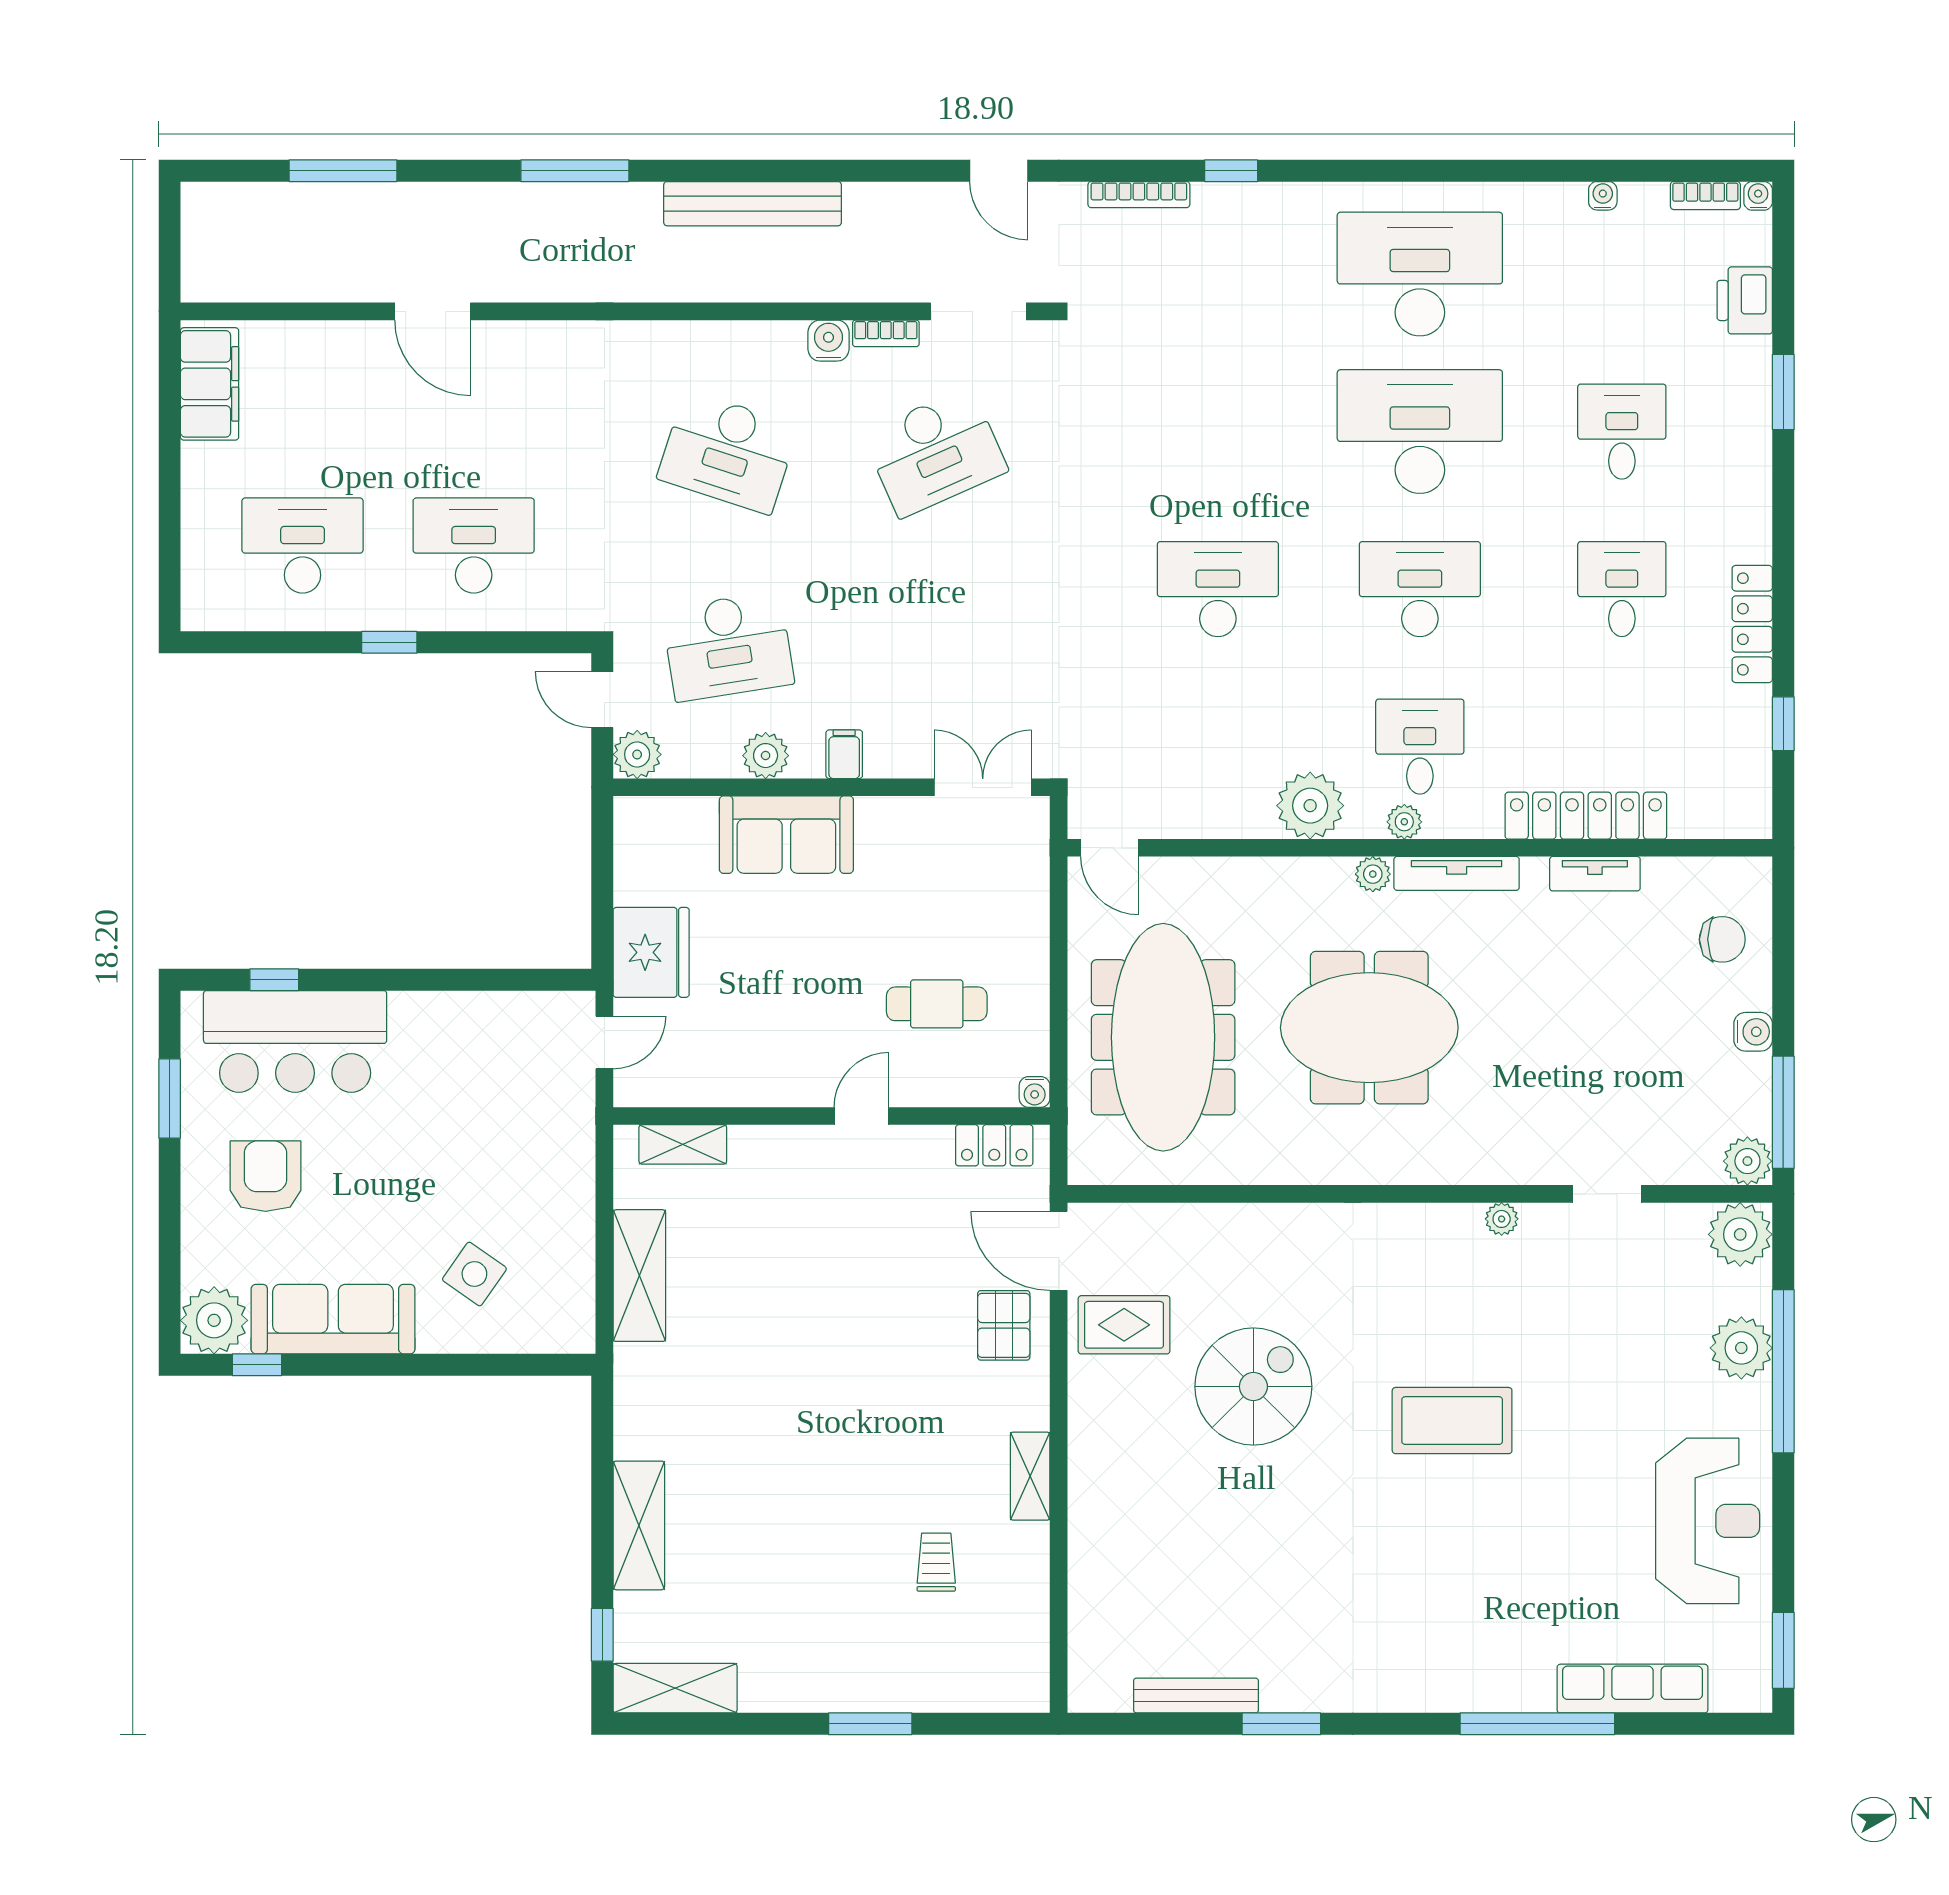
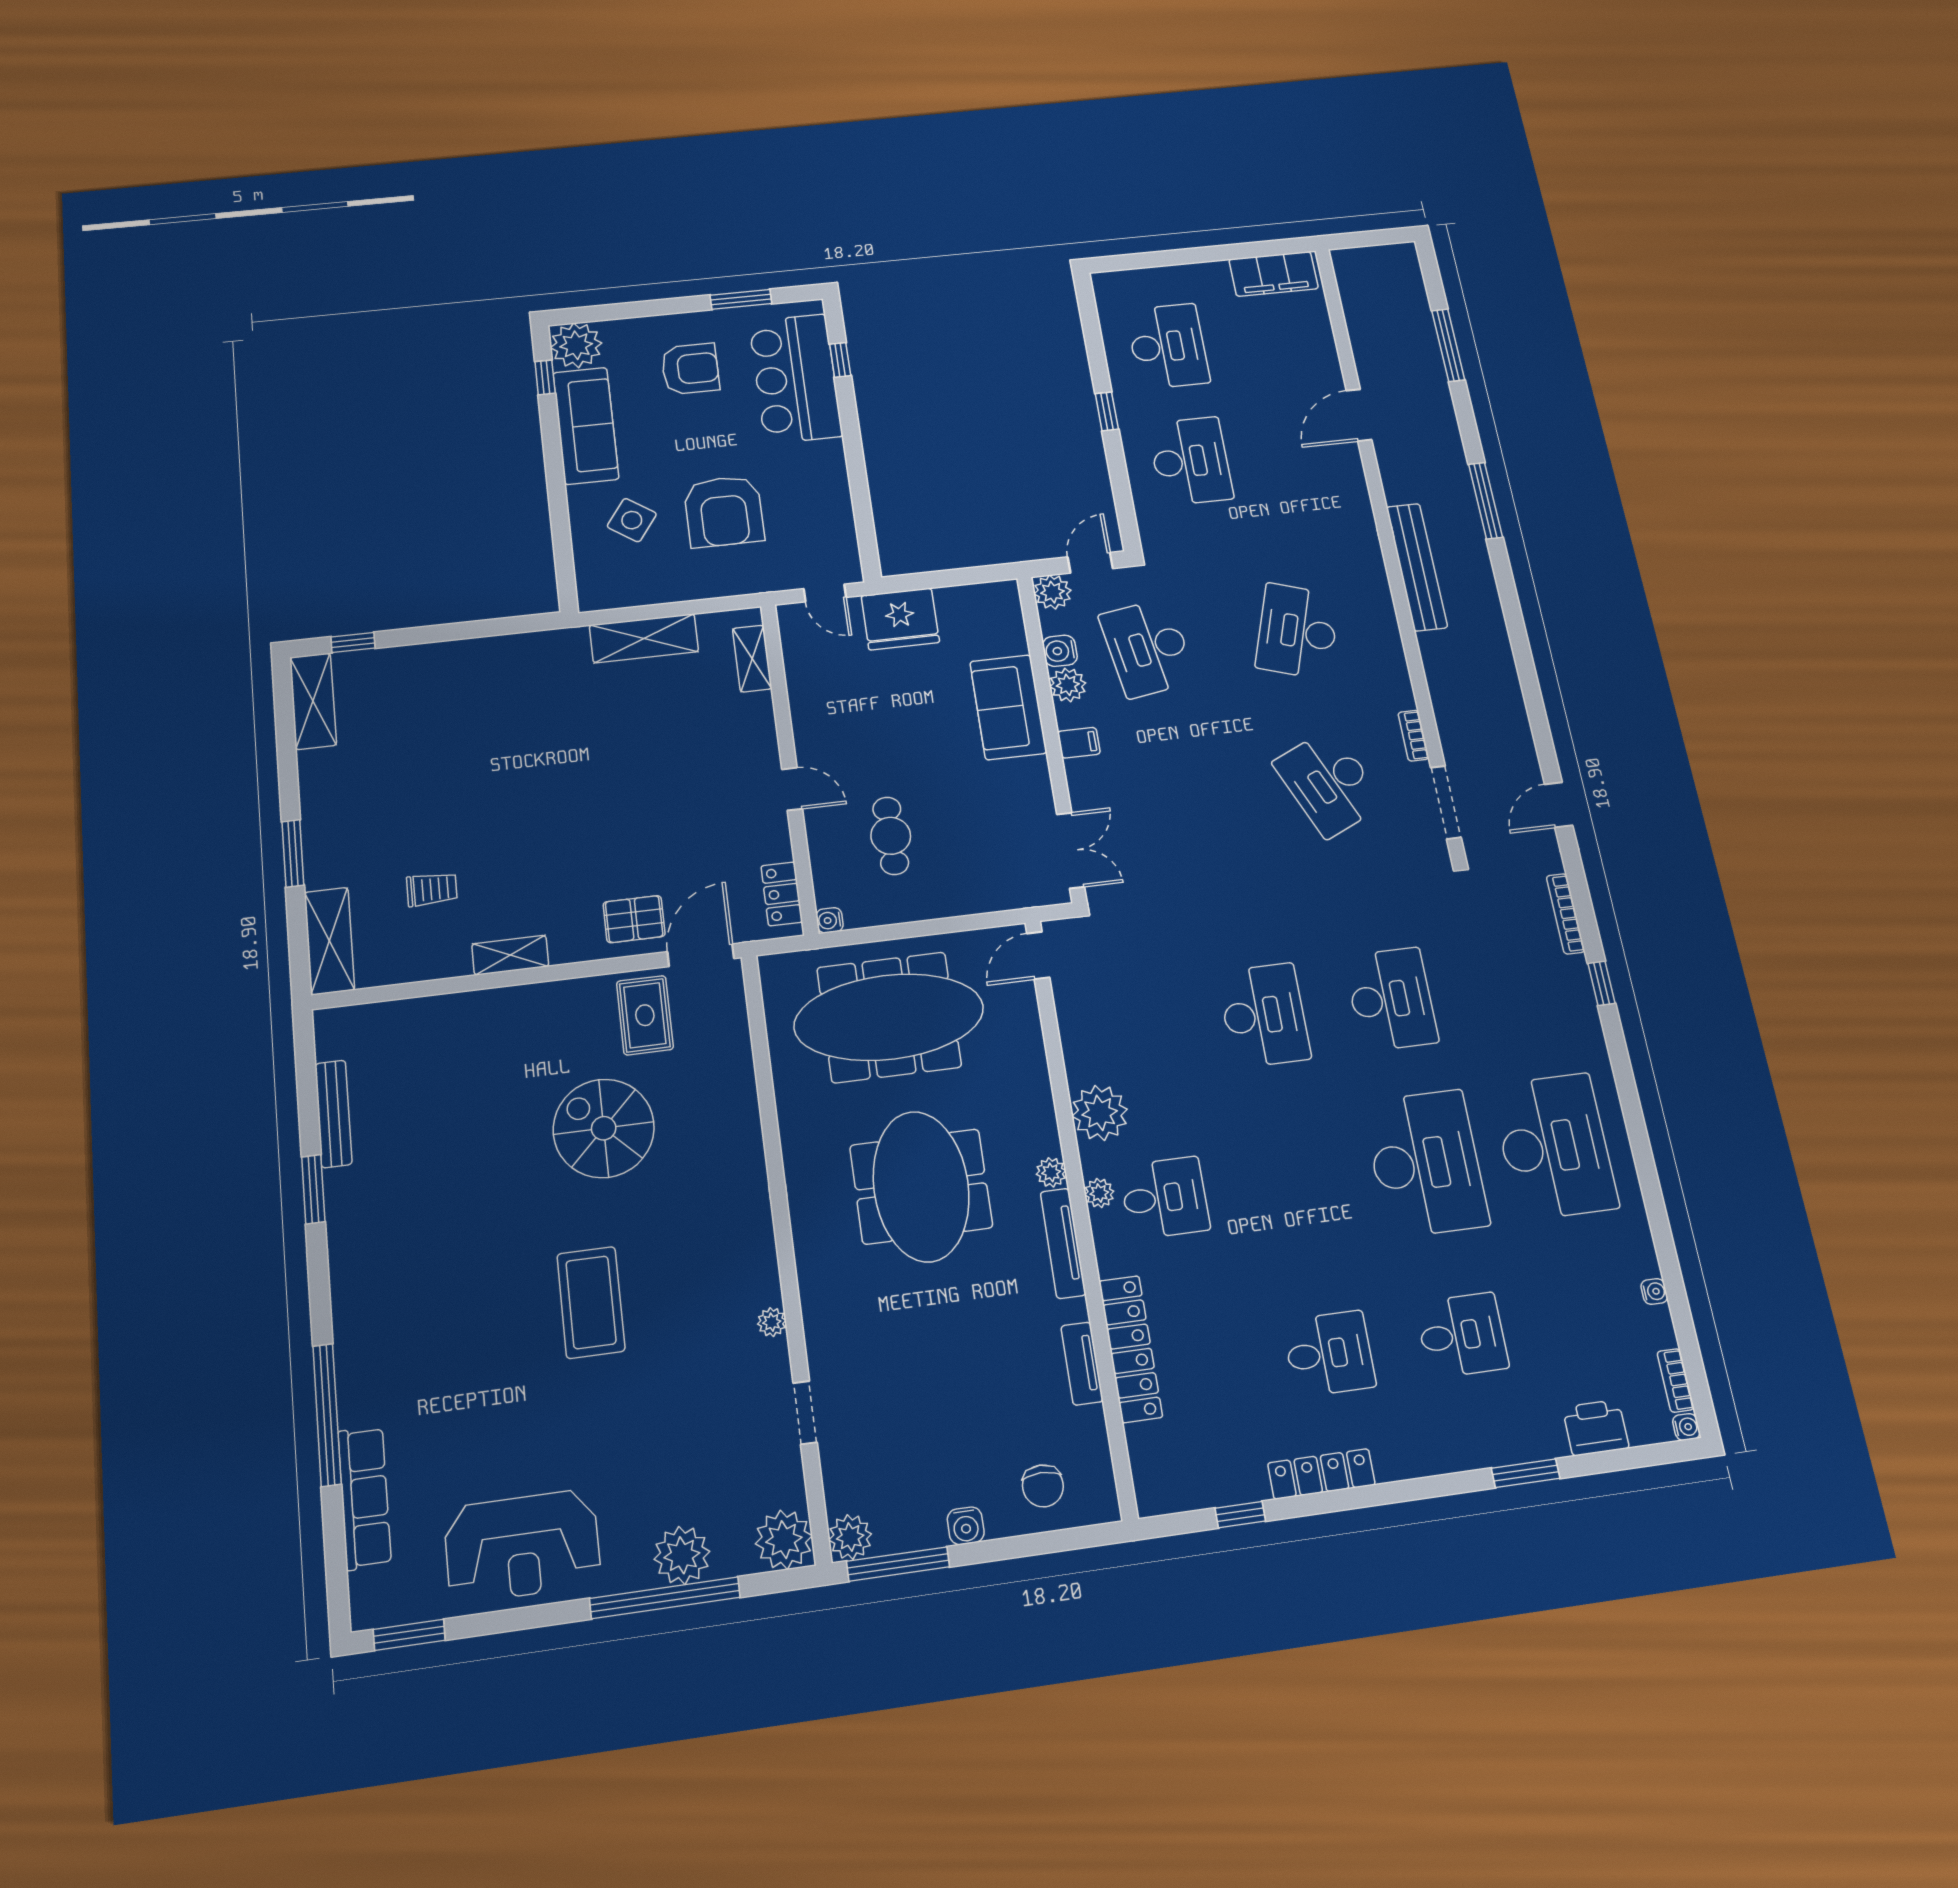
bench: (753, 204) -> (1417, 567), moved
water cooler: (828, 341) -> (1060, 651), moved, turned 180
desk: (1420, 589) -> (1391, 999), moved
armchair: (476, 1156) -> (724, 511), added
spiral stairs: (1253, 1387) -> (604, 1128), turned 180
shelving: (639, 1525) -> (329, 941), moved, turned 90

